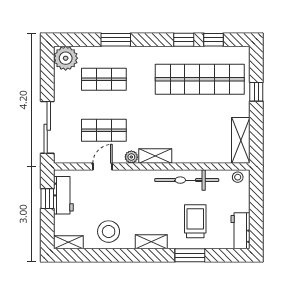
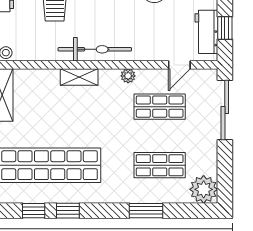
shelving: (155, 156) -> (79, 77), moved
door: (102, 167) -> (179, 65), moved
bicycle: (187, 180) -> (95, 49), moved

